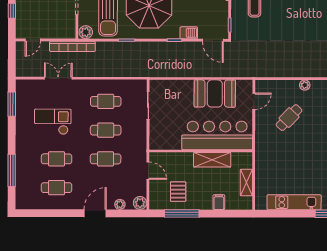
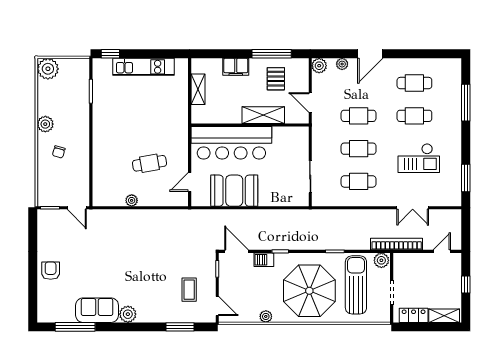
cafe table: (289, 118) -> (149, 163), turned 36
shelving: (212, 160) -> (263, 115), moved
filing cabinet: (219, 202) -> (236, 67), width x2.00

